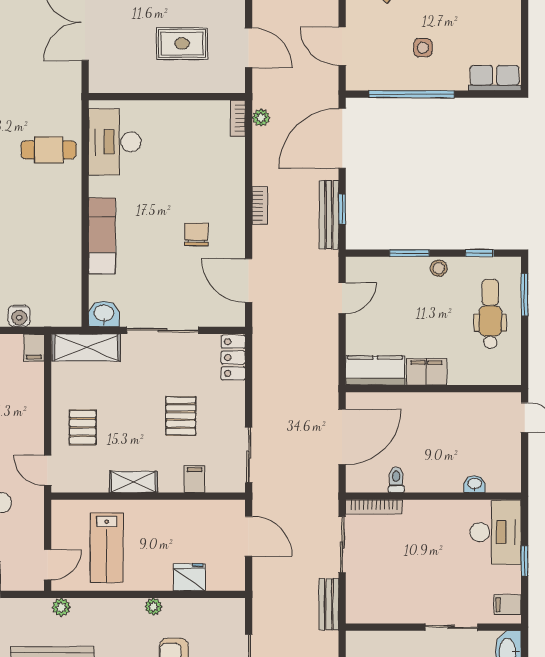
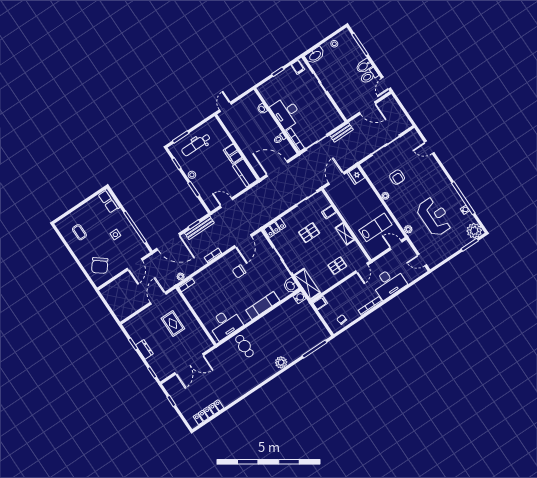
water cooler: (19, 316) -> (300, 297), moved
desk: (496, 532) -> (286, 113), moved, turned -90
fridge: (189, 577) -> (356, 175), moved

